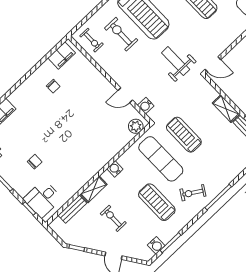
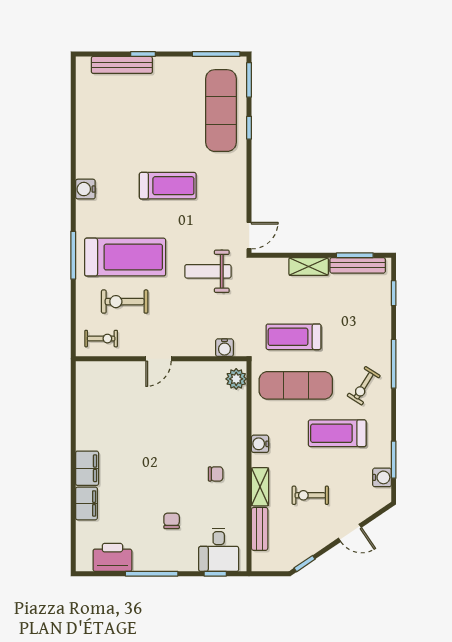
filing cabinet: (62, 55) -> (87, 468), moved
chair: (53, 86) -> (216, 474), moved
door: (125, 95) -> (158, 359), moved

